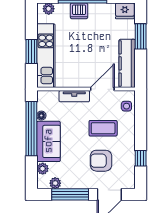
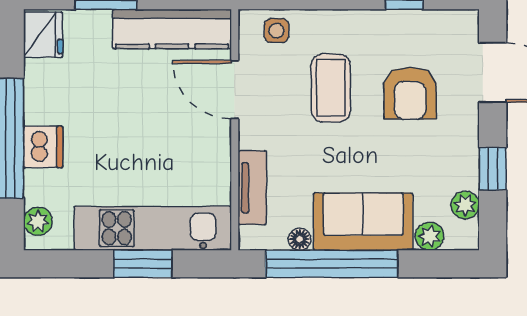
tv unit: (74, 96) -> (252, 188), moved
window: (70, 194) -> (493, 169), width x0.46

